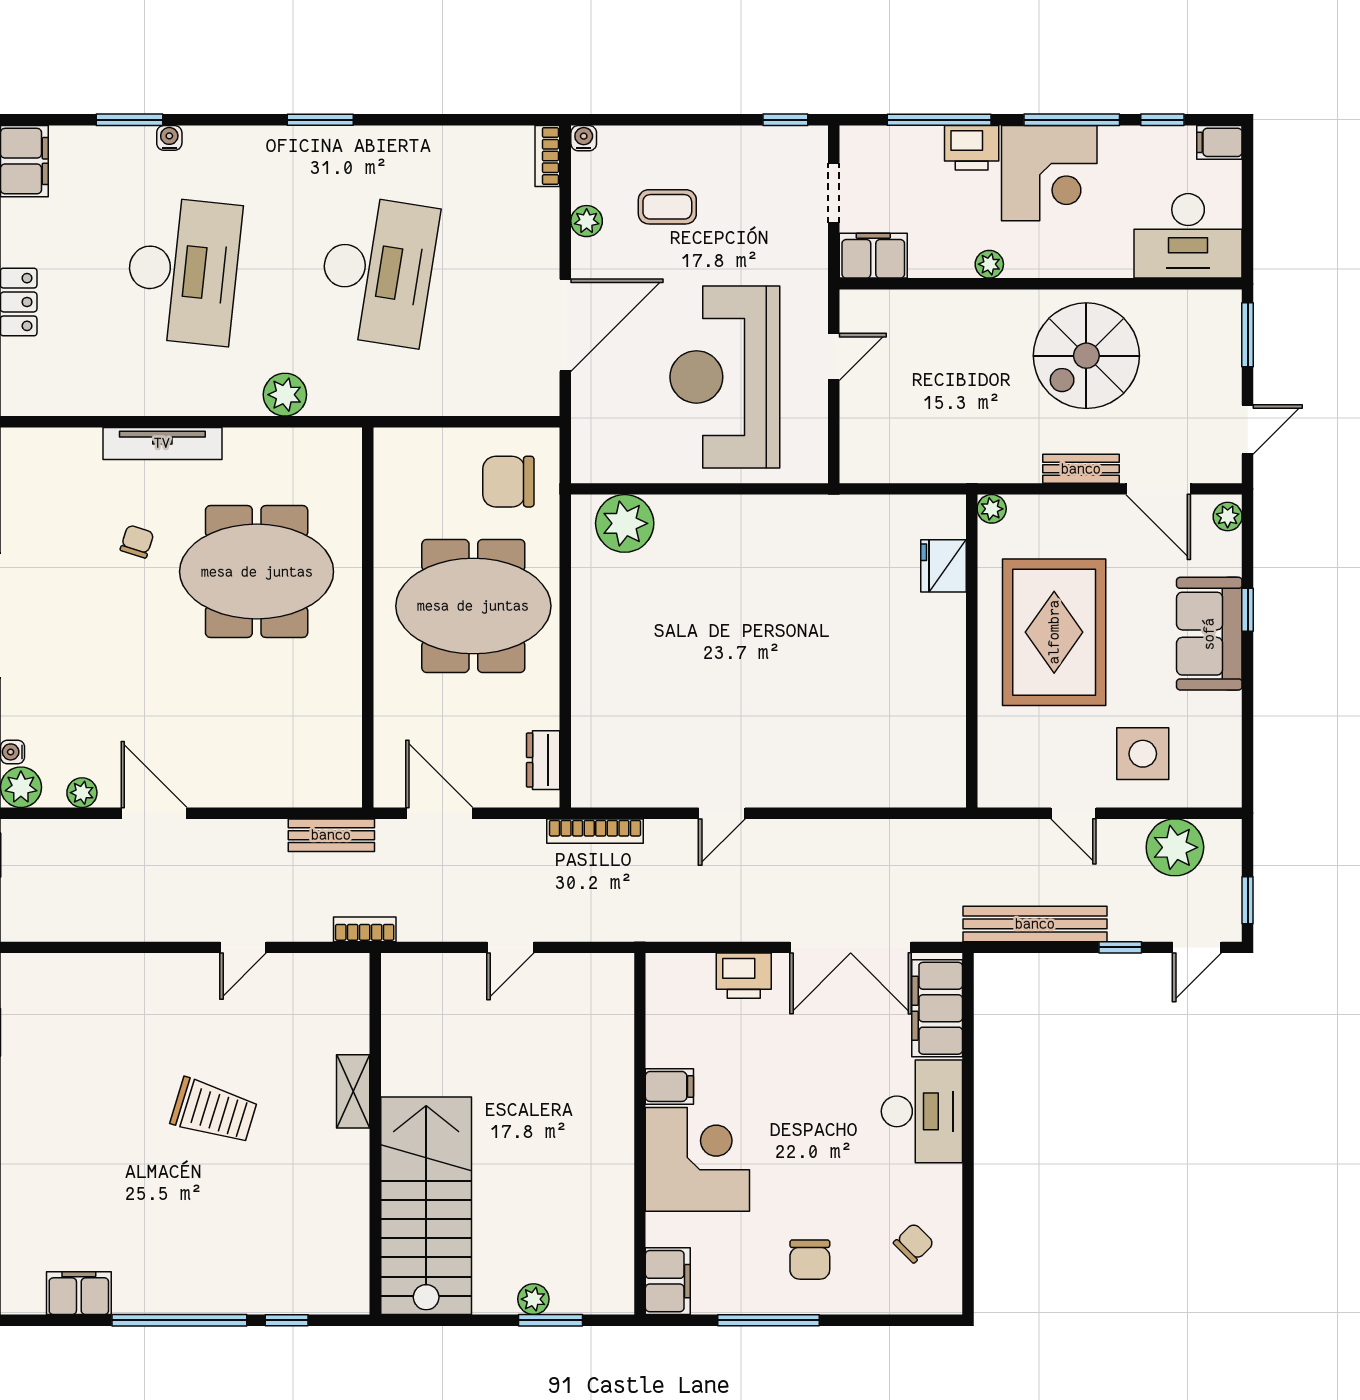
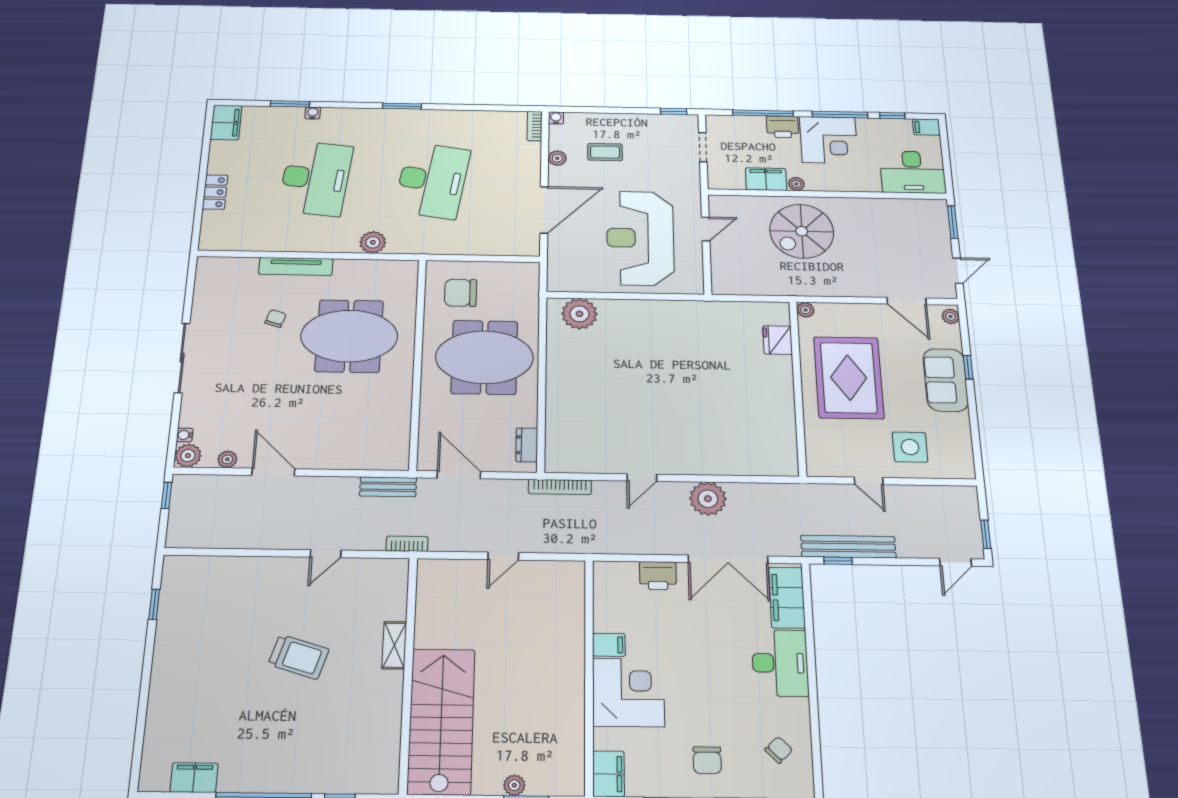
filing cabinet: (873, 256) -> (766, 179), moved
spiral stairs: (1086, 356) -> (802, 231), moved
bench: (1081, 469) -> (859, 290), removed
chair: (508, 482) -> (461, 293), moved
plant: (1175, 847) -> (708, 499), moved
window: (1120, 947) -> (838, 561), moved

